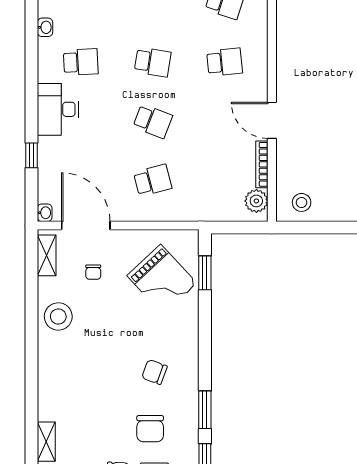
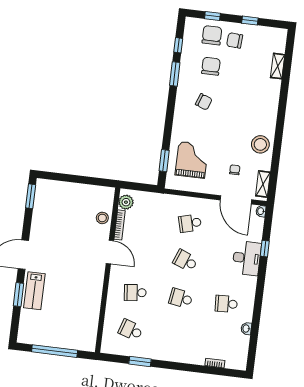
desk: (58, 109) -> (247, 258), moved
stool: (302, 202) -> (102, 218), moved
grand piano: (162, 279) -> (192, 160), turned 43

